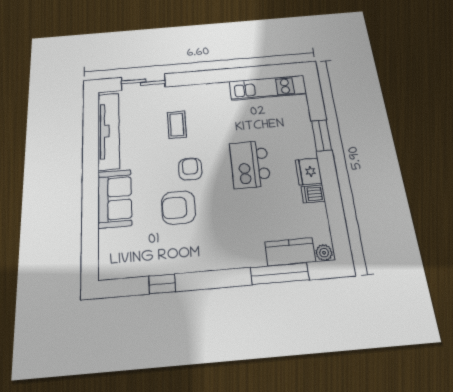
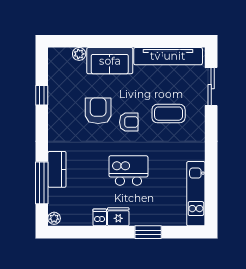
coffee table: (177, 125) -> (169, 114), width x1.36, depth x1.30
plant: (106, 238) -> (79, 54), added
kitchen counter: (290, 252) -> (57, 169), moved

